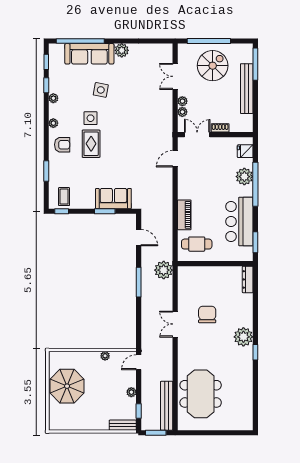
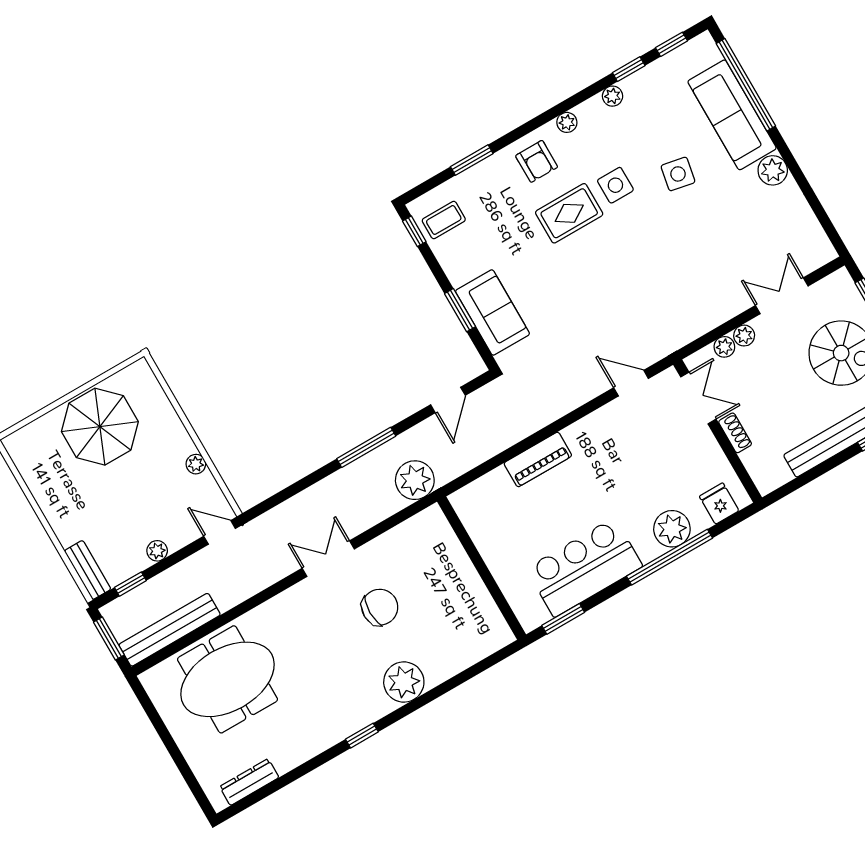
cafe table: (197, 244) -> (498, 513), removed
dresser: (248, 279) -> (249, 782), moved
plant: (243, 337) -> (404, 682), moved

